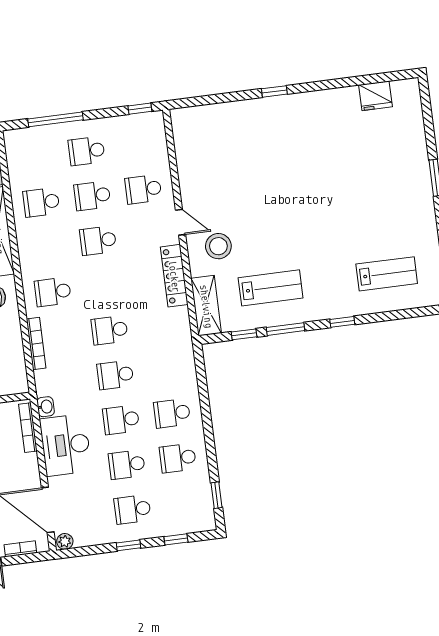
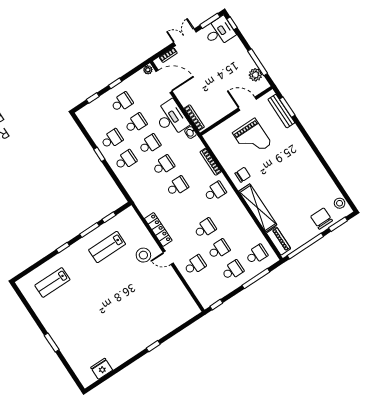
school desk: (41, 202) -> (257, 255), moved
shelving: (206, 306) -> (135, 222), removed
window: (217, 495) -> (99, 154), moved

